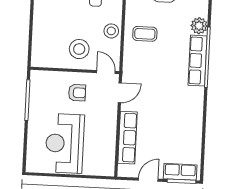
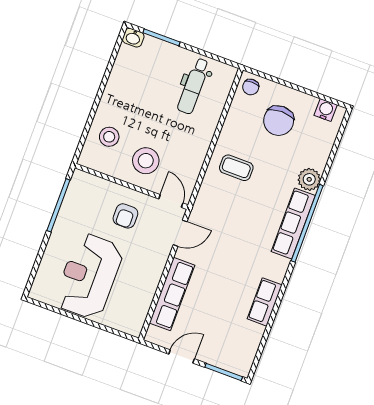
stool: (111, 31) -> (109, 137), moved
armchair: (77, 93) -> (125, 216), turned 90
row of seats: (180, 172) -> (265, 302), moved, turned -90

